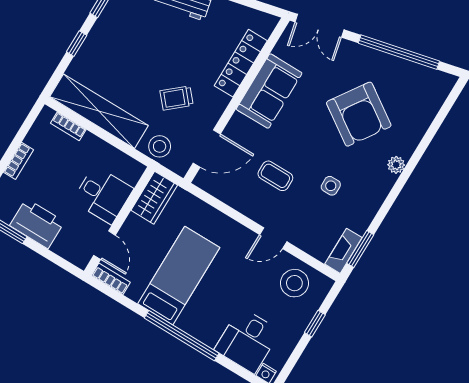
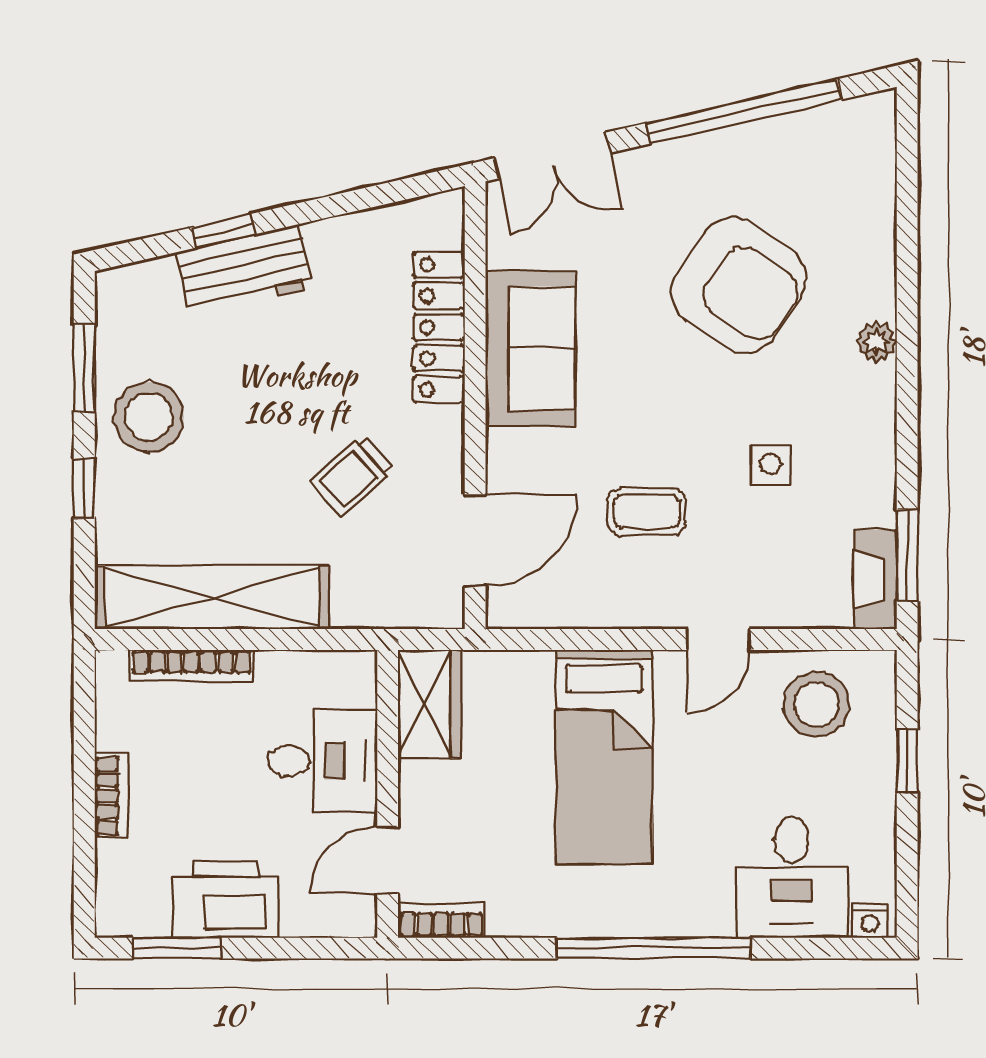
bookcase: (68, 126) -> (192, 666), width x1.56
stool: (160, 146) -> (149, 417), moved, width x1.38, depth x1.38
door: (105, 245) -> (388, 860), swing flipped
bed: (179, 276) -> (604, 757), moved, turned 180

